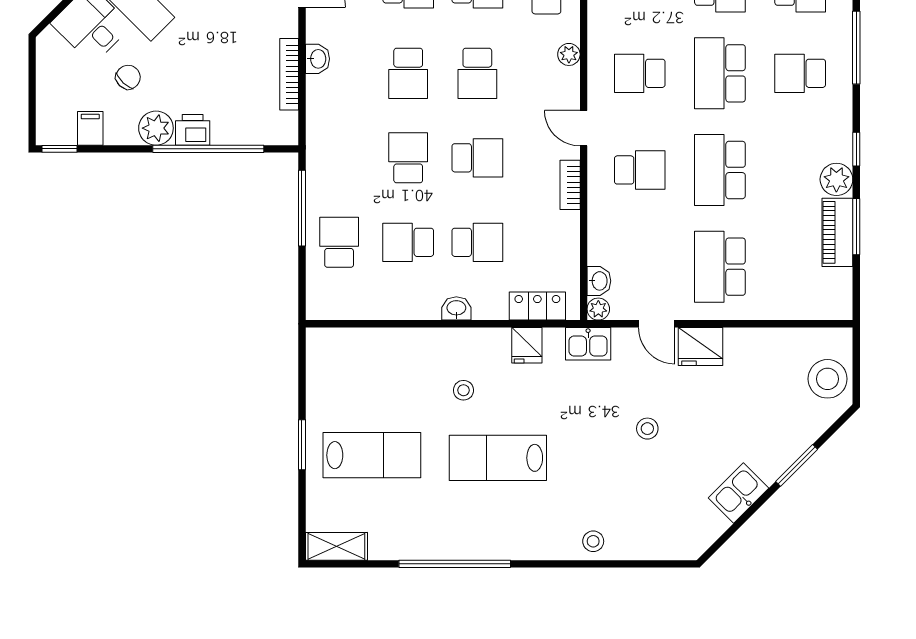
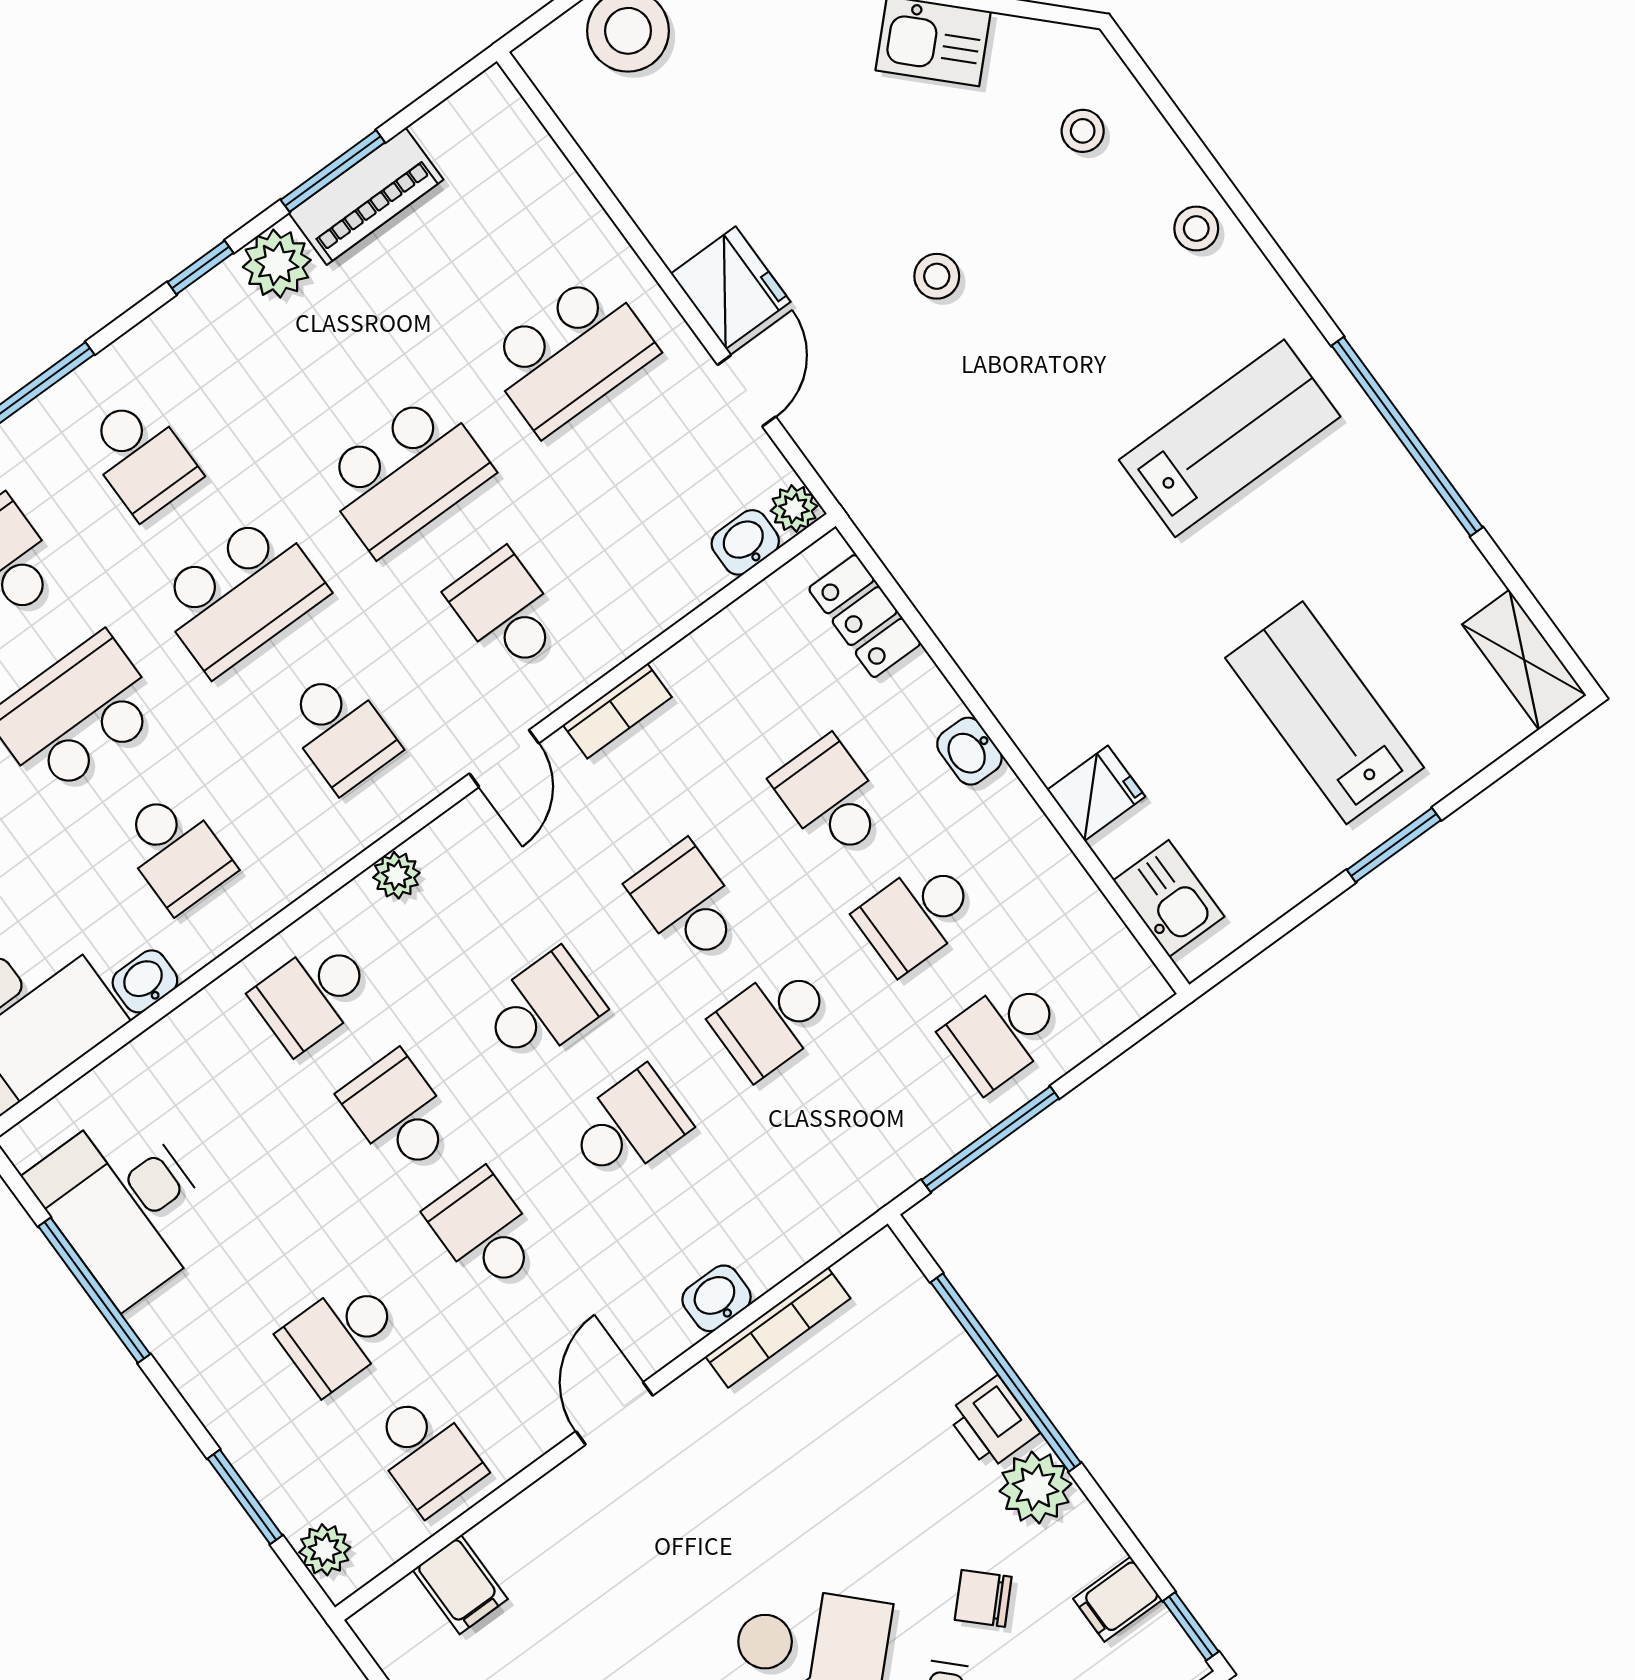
school desk: (408, 242) -> (917, 916), turned 90
kitchen sink: (588, 344) -> (1169, 898), moved
fridge: (527, 345) -> (1096, 793), moved
stool: (463, 390) -> (1083, 131), moved
lab bench: (498, 458) -> (1230, 438), moved, turned -90

